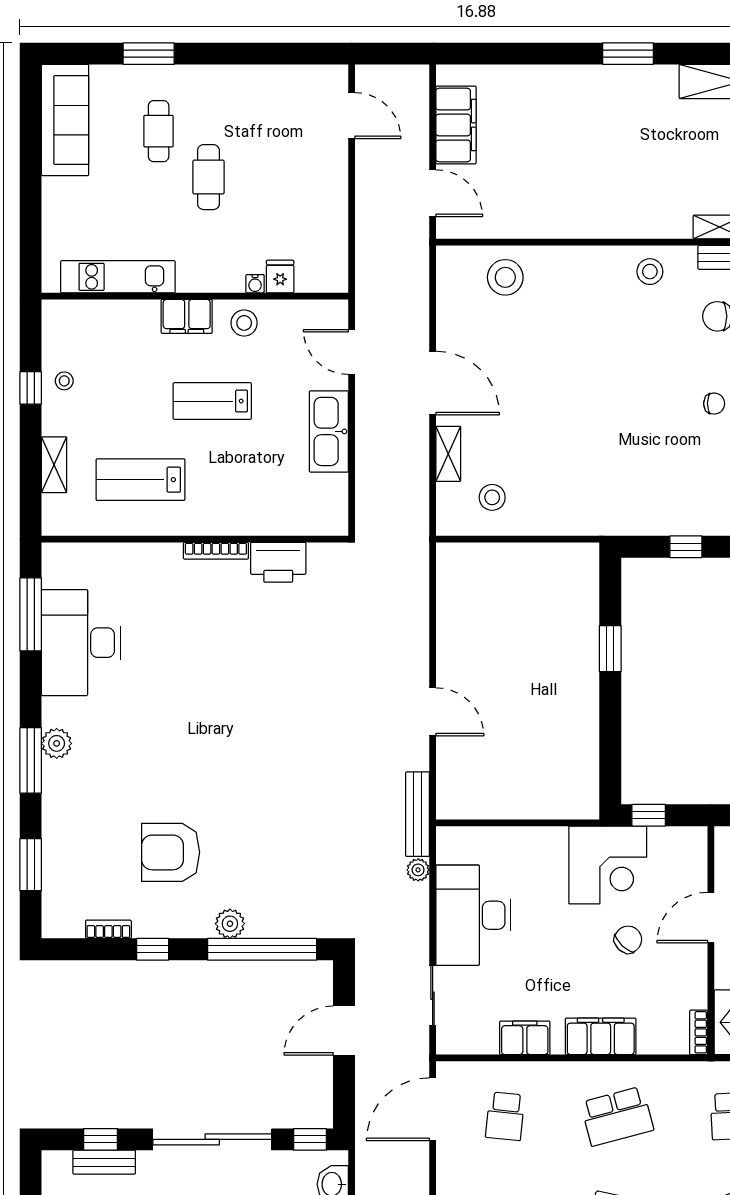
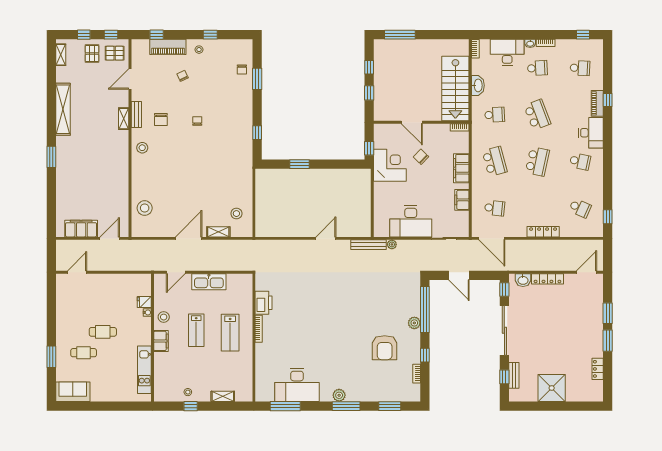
sofa: (65, 120) -> (73, 392), width x0.73
lab bench: (141, 480) -> (230, 333), moved

